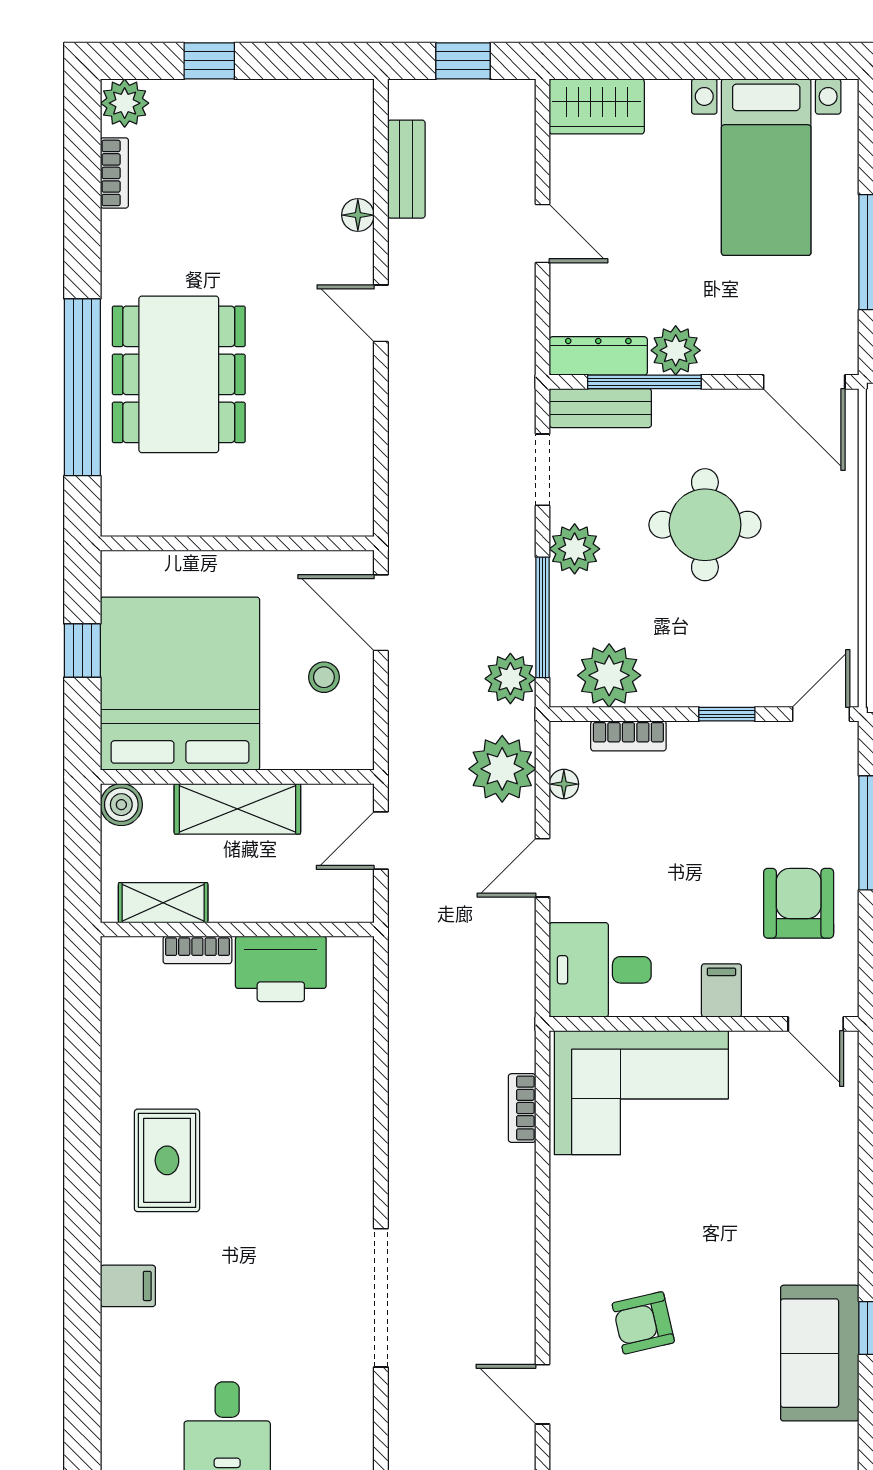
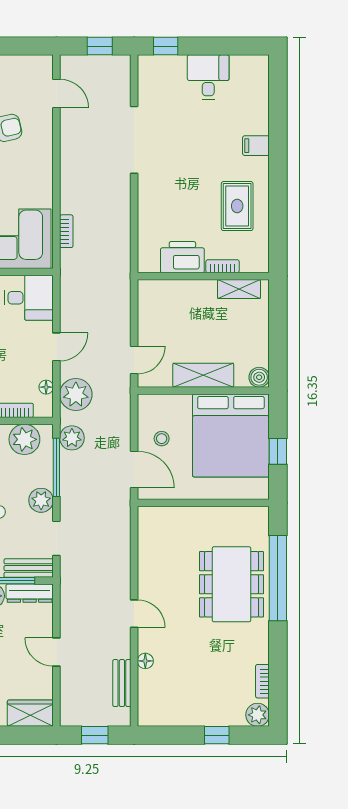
shelving: (163, 903) -> (239, 289), moved
wall: (237, 930) -> (203, 276), moved
bookcase: (197, 950) -> (223, 266), moved
printer: (281, 969) -> (182, 257), moved

